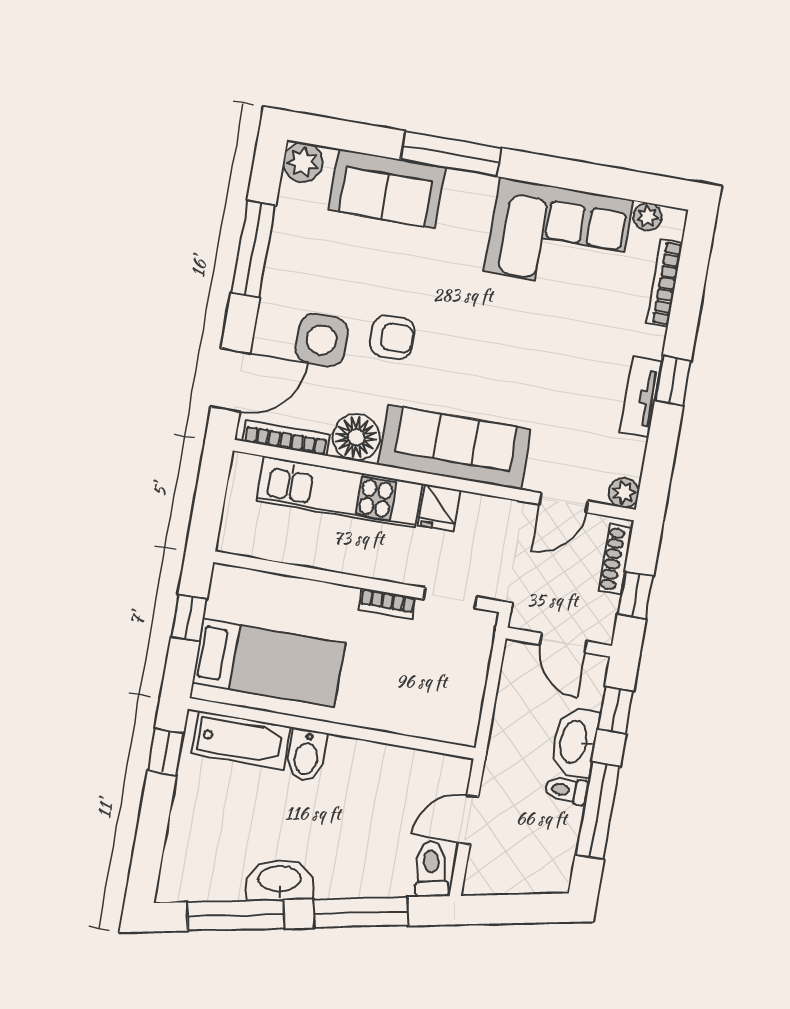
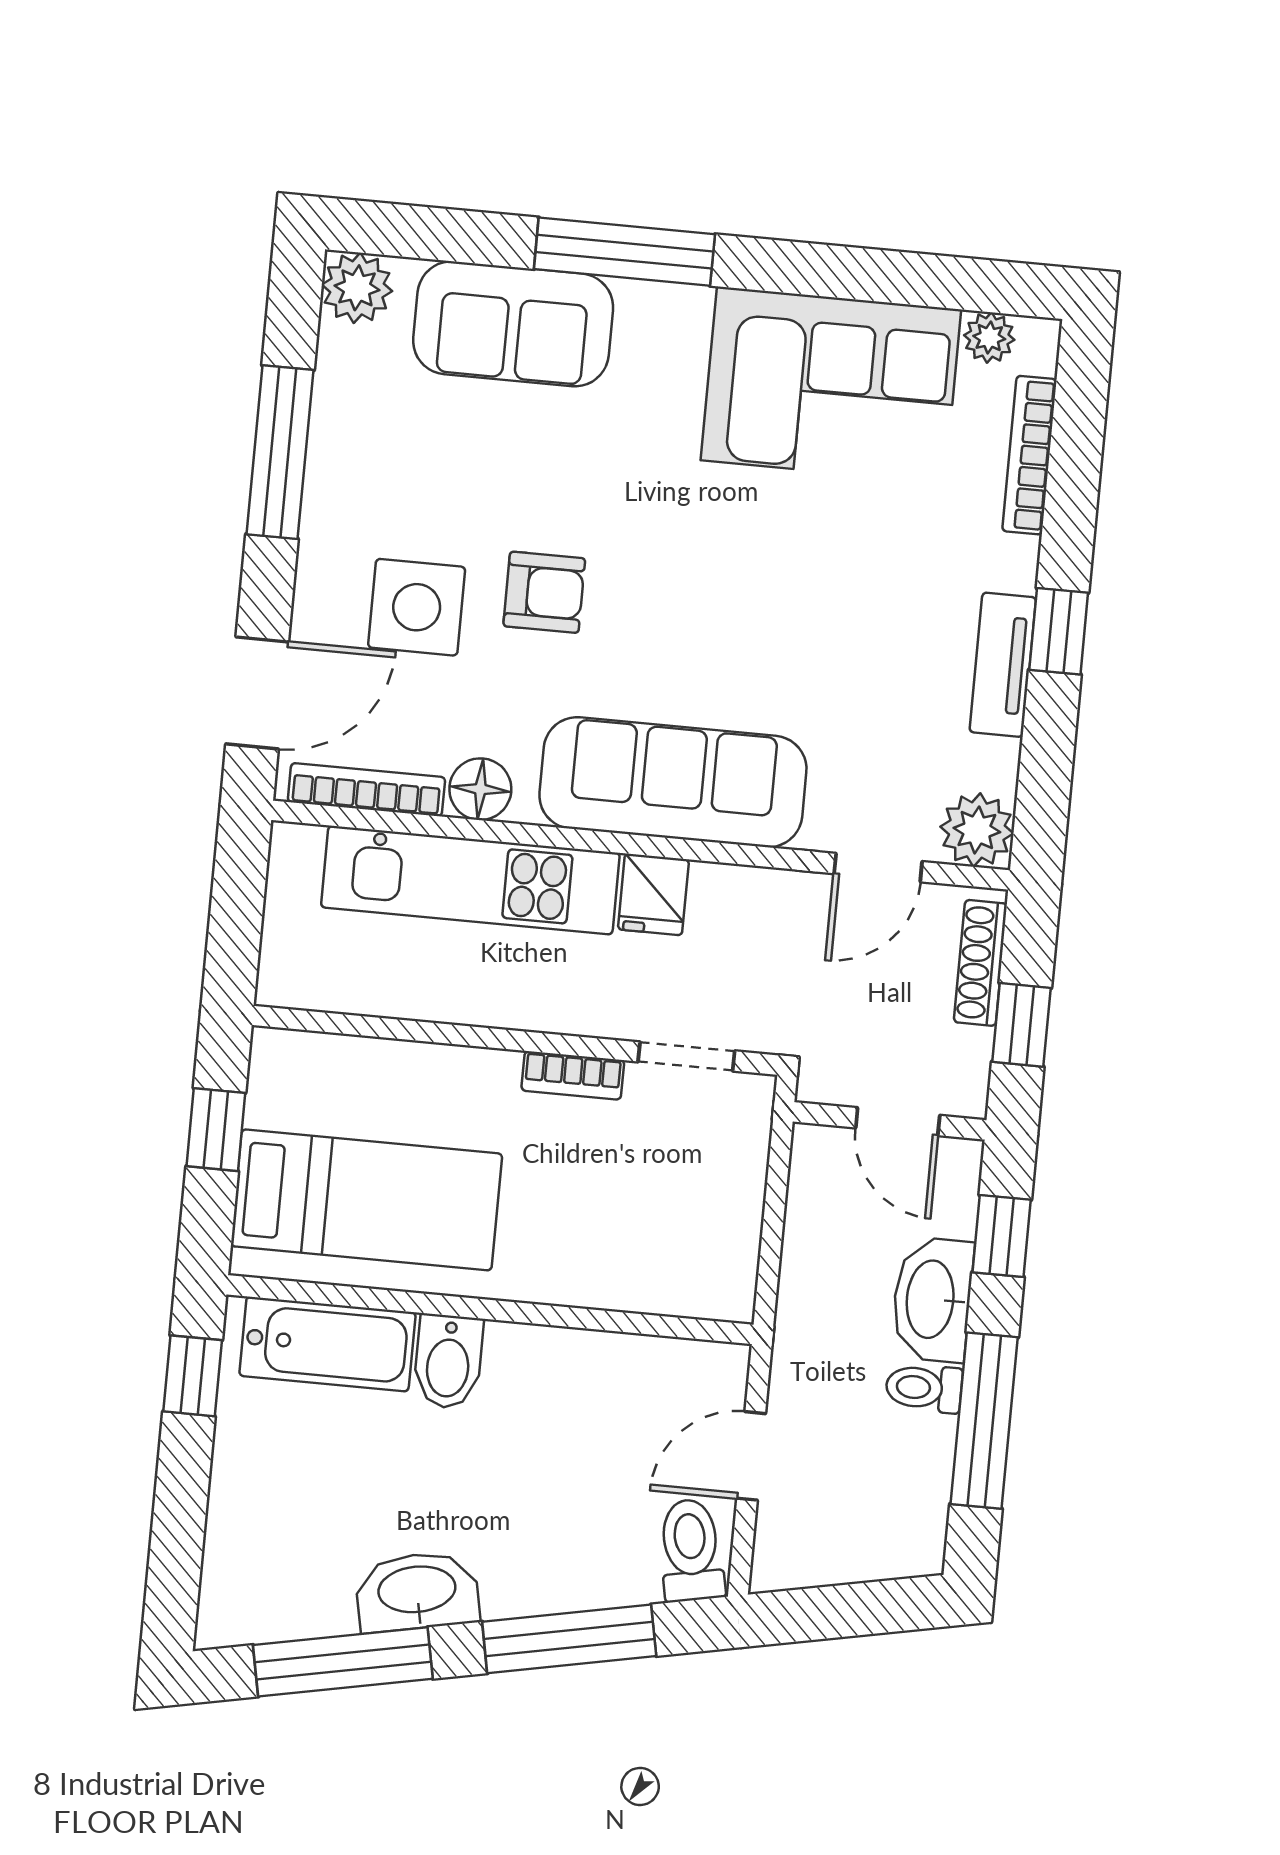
floor lamp: (356, 437) -> (480, 789), width x0.73, depth x0.73
plant: (624, 493) -> (977, 830), width x1.38, depth x1.38

